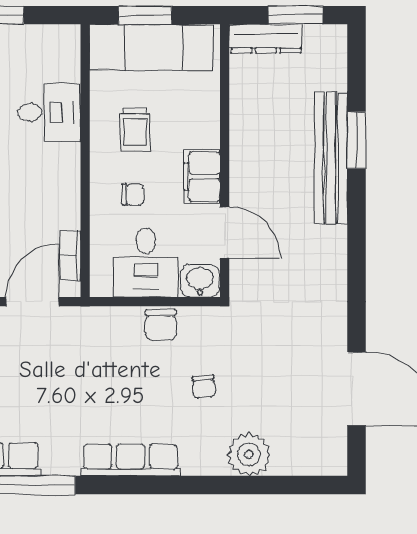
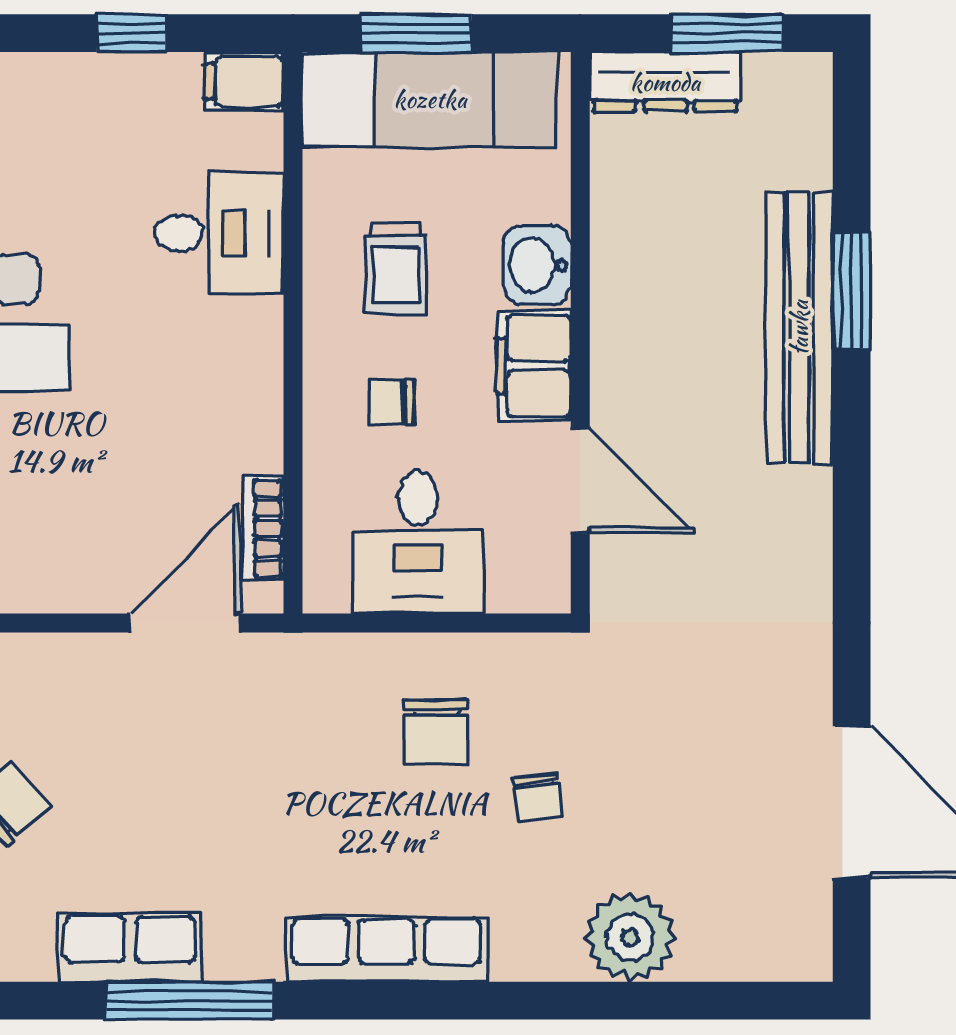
filing cabinet: (61, 39) -> (244, 82), added
chair: (133, 194) -> (391, 402), turned 180
washbasin: (200, 281) -> (537, 265), moved, turned -90
chair: (161, 325) -> (436, 732), moved

